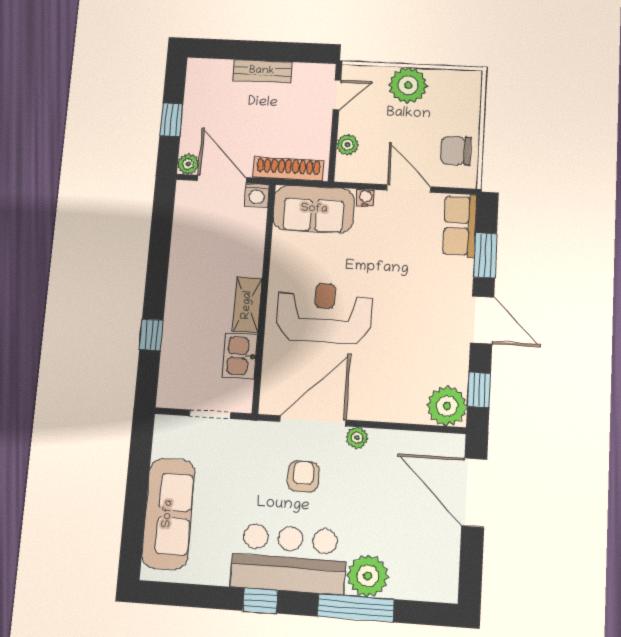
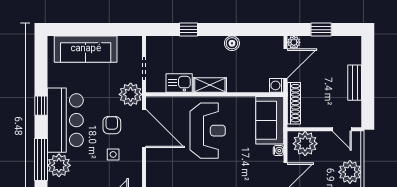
plant: (348, 145) -> (305, 144), width x1.87, depth x1.87
boiler: (181, 264) -> (232, 43), added
plant: (357, 438) -> (131, 94), moved, width x1.88, depth x1.88
armchair: (303, 477) -> (112, 125), turned -90
side table: (355, 478) -> (113, 154), added

